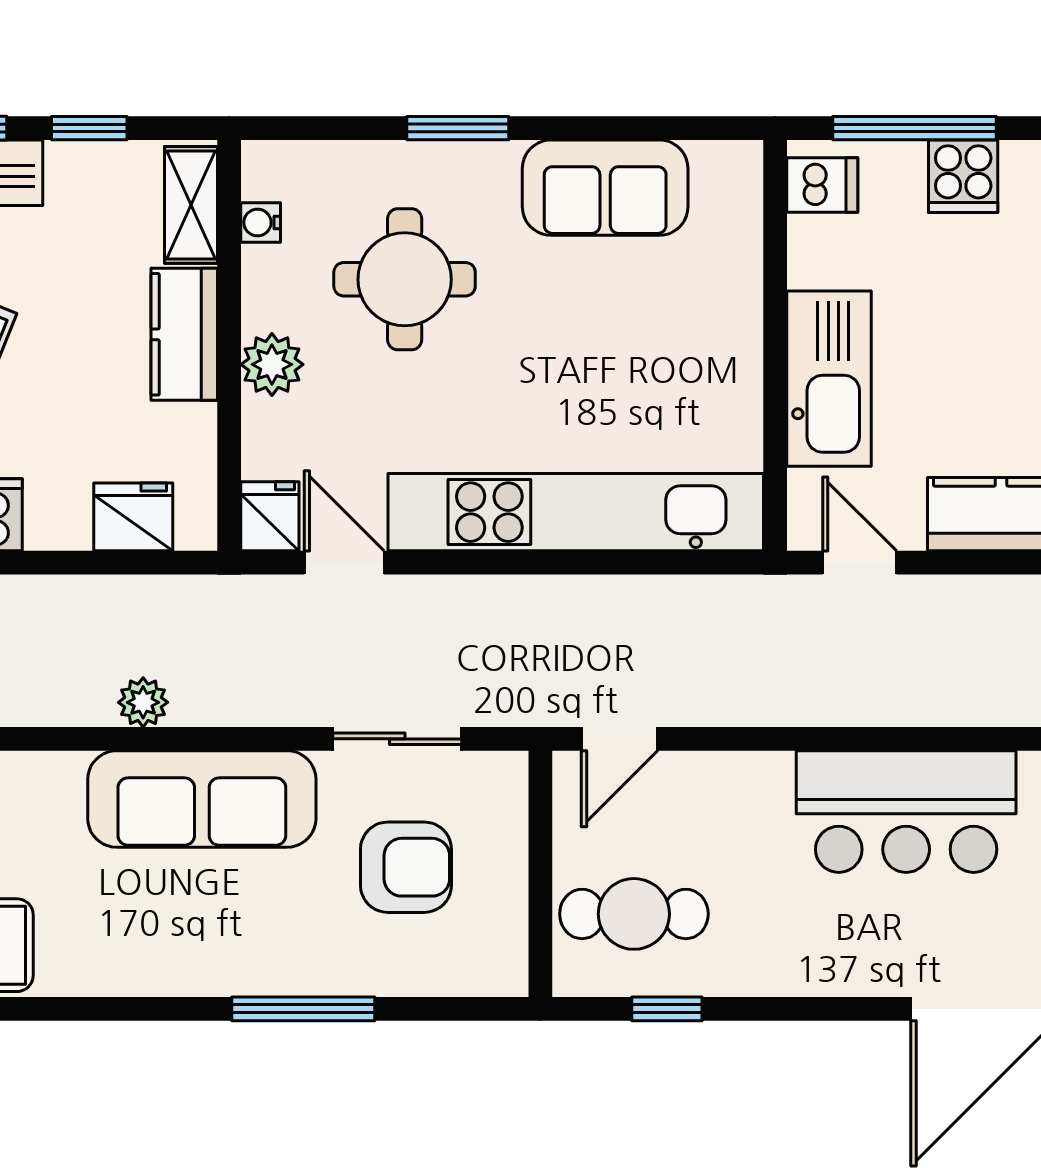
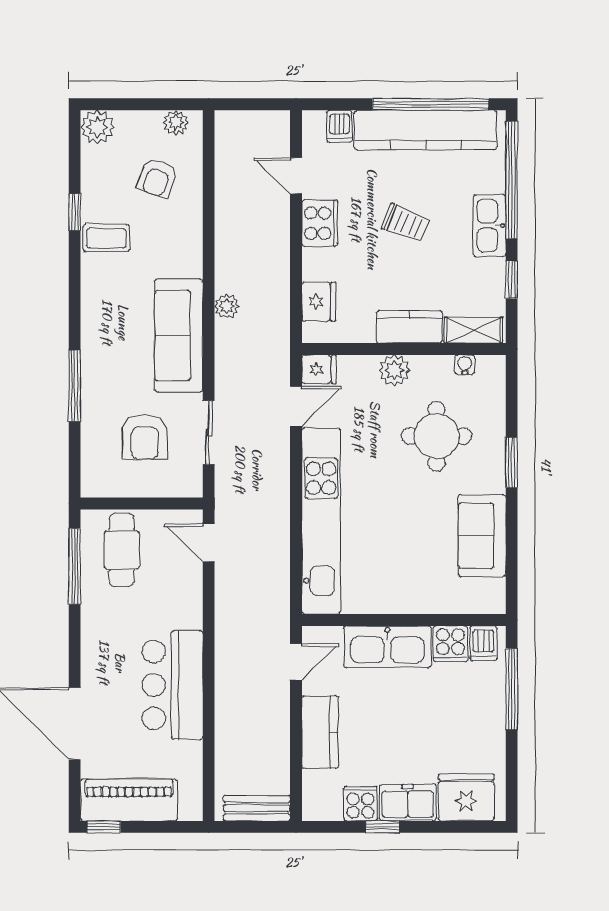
cooker: (963, 176) -> (450, 644), moved, turned -90
window: (667, 1009) -> (75, 566), width x2.17

